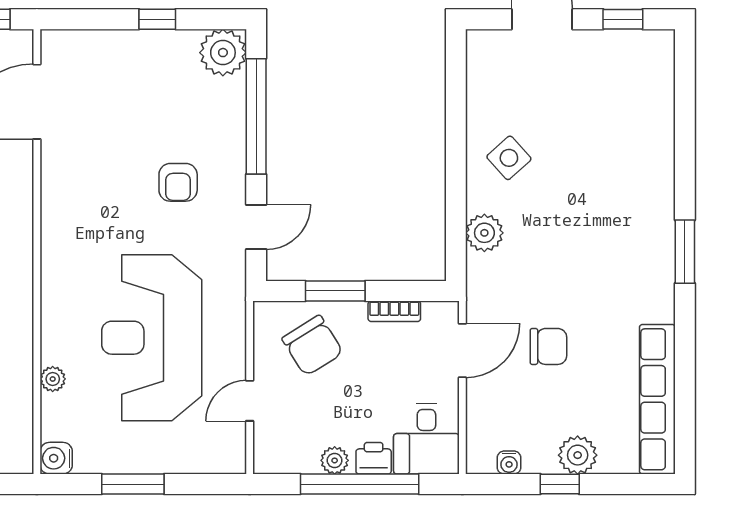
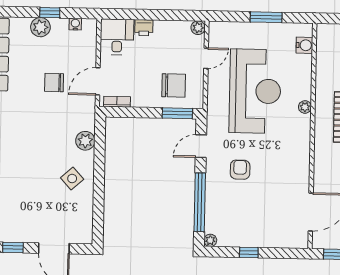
plant: (223, 53) -> (210, 240), width x0.53, depth x0.53
window: (335, 291) -> (177, 113), moved
bookcase: (394, 311) -> (117, 102), moved
chair: (313, 346) -> (174, 85), turned 122
plant: (53, 379) -> (305, 107), moved
water cooler: (56, 458) -> (304, 45), moved
plant: (335, 460) -> (198, 28), moved
window: (360, 484) -> (151, 15), removed

